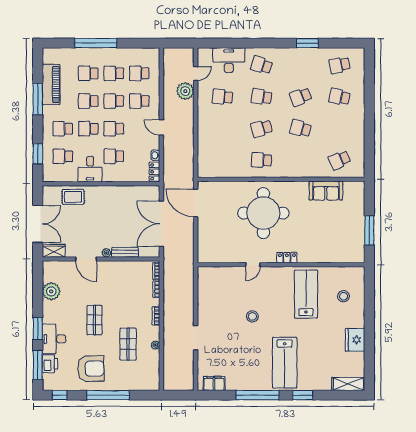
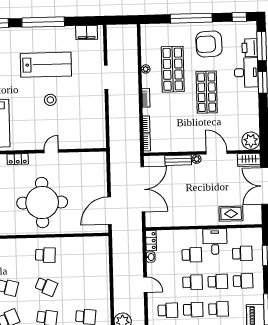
school desk: (261, 128) -> (46, 286), turned 39
door: (196, 203) -> (110, 211), swing flipped
plant: (51, 291) -> (251, 141), moved
shop shelf: (94, 320) -> (207, 92), width x1.43, depth x1.36
shop shelf: (128, 344) -> (173, 69), width x1.43, depth x1.36
lab bench: (285, 363) -> (46, 65), moved, turned 90

